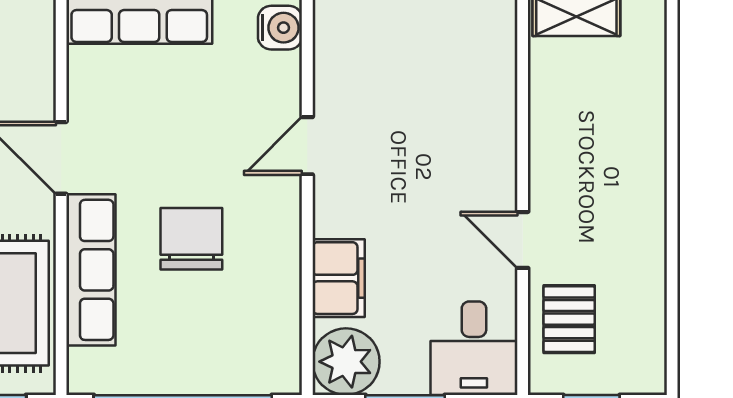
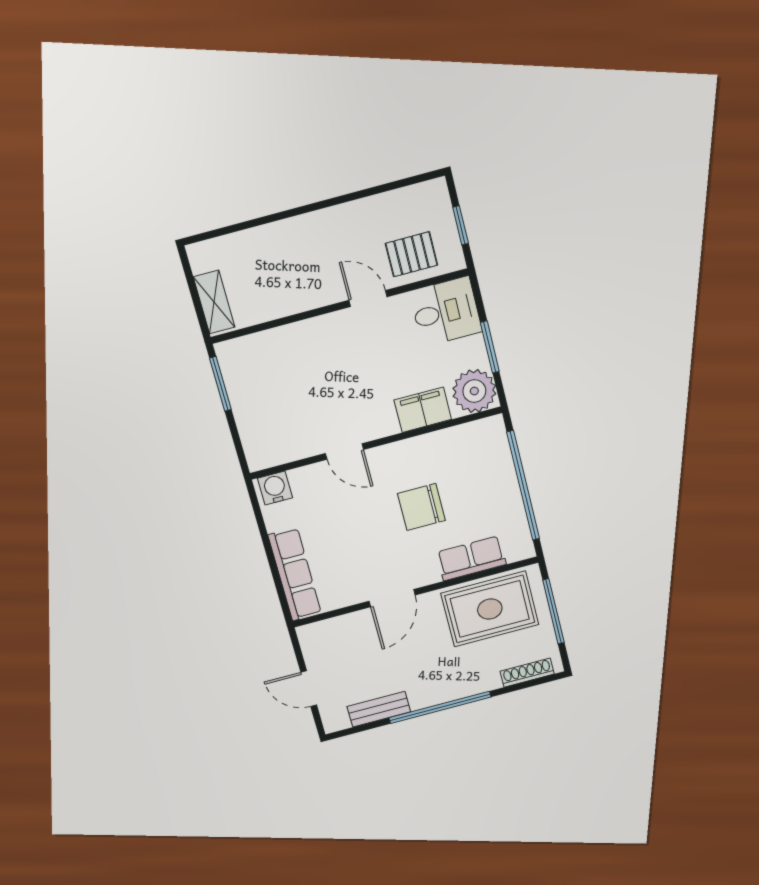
door: (523, 240) -> (368, 298), swing flipped
row of seats: (91, 270) -> (471, 558), width x0.68

